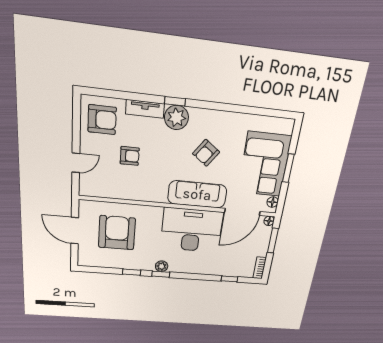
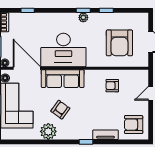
plant: (176, 117) -> (48, 131), moved
armchair: (130, 156) -> (112, 86), moved
door: (242, 212) -> (27, 68), hinge flipped

